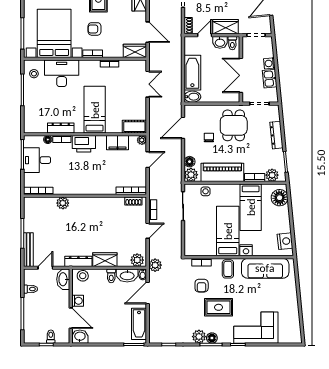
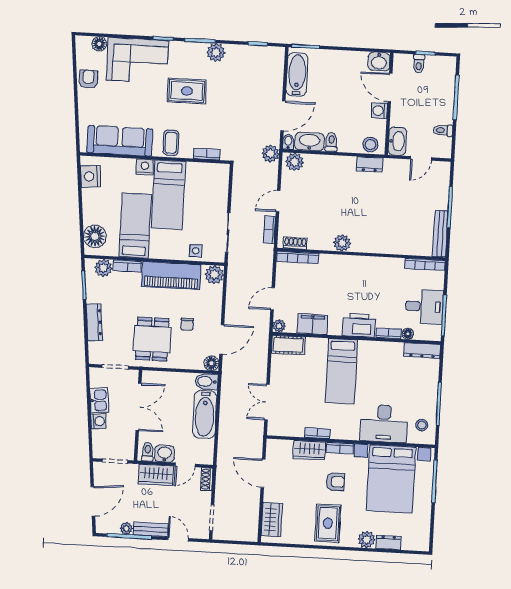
wardrobe: (135, 51) -> (309, 450), moved
dresser: (61, 128) -> (422, 351), moved
floor lamp: (190, 162) -> (211, 363), moved
plant: (63, 203) -> (342, 243), moved
bench: (28, 250) -> (440, 234), moved
wardrobe: (105, 260) -> (339, 165), removed
dresser: (78, 261) -> (370, 164), width x0.70
armchair: (202, 286) -> (88, 79), moved
floor lamp: (212, 338) -> (99, 44), moved

